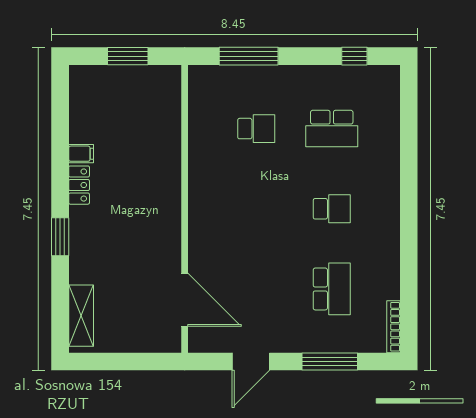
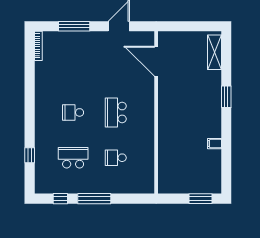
window: (128, 56) -> (201, 199), moved
window: (249, 56) -> (94, 199), moved
window: (409, 133) -> (30, 155), added
locker: (79, 185) -> (216, 126), removed
school desk: (332, 289) -> (116, 112), moved

